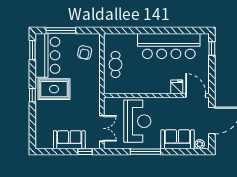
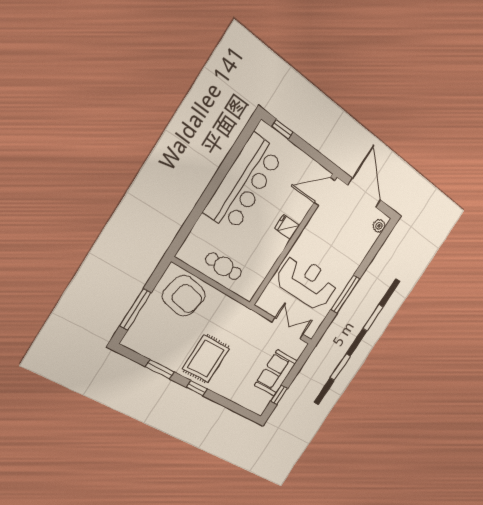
window: (32, 50) -> (160, 369), moved
armchair: (85, 53) -> (184, 296), width x1.88, depth x1.88
bar counter: (47, 55) -> (158, 344), removed
fridge: (177, 87) -> (287, 227), moved
sofa: (177, 139) -> (357, 248), removed
window: (85, 152) -> (279, 395), moved

